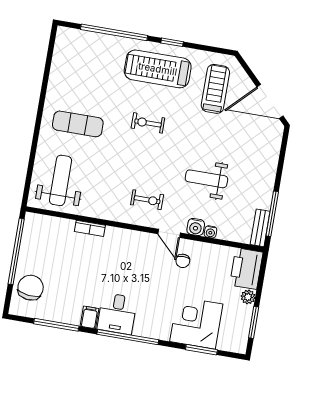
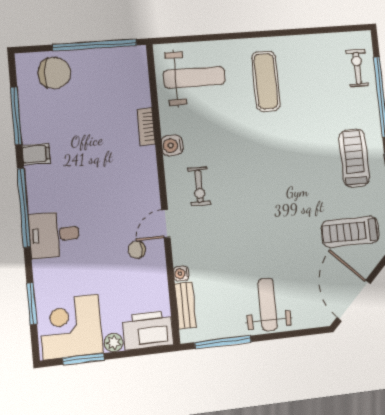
treadmill: (158, 69) -> (354, 158), width x0.73, depth x0.73
treadmill: (215, 89) -> (350, 232), turned 180
exercise bike: (148, 123) -> (357, 68), moved
weight bench: (206, 179) -> (268, 304), moved
water cooler: (196, 227) -> (172, 145), moved
bench: (260, 228) -> (185, 305), moved, turned 90
desk: (117, 314) -> (54, 235), moved
corner desk: (196, 323) -> (71, 327), moved, turned -90

